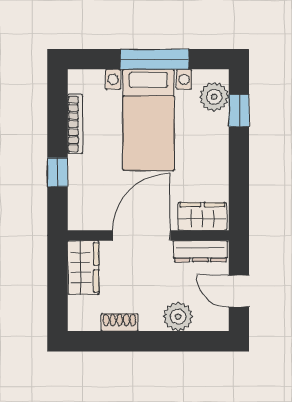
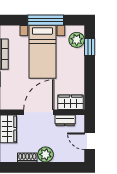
dresser: (200, 251) -> (65, 120), width x0.70
plant: (178, 317) -> (46, 154), moved

